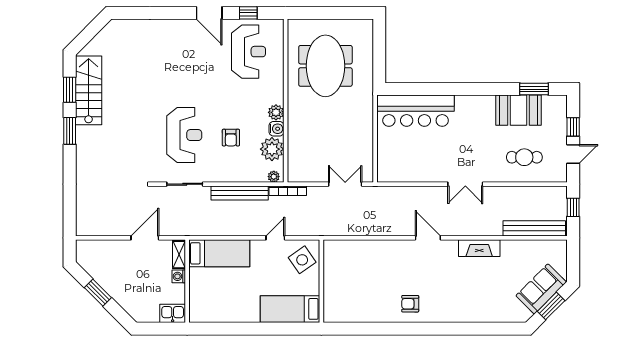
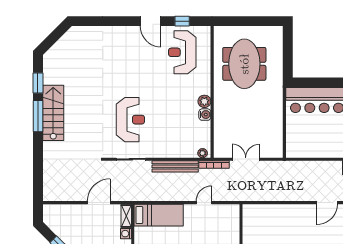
reception desk: (249, 52) -> (182, 52), turned 180
stairs: (89, 90) -> (53, 113), moved
window: (70, 131) -> (38, 116), width x1.44
armchair: (231, 138) -> (168, 122), removed
plant: (272, 149) -> (201, 131), removed
double door: (345, 184) -> (246, 159), moved
door: (428, 238) -> (327, 203), swing flipped
side table: (302, 260) -> (226, 220), removed

